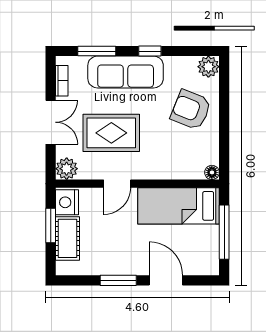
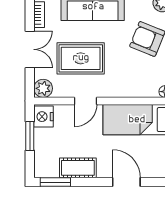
cot: (68, 238) -> (78, 168), moved, turned 90
window: (118, 280) -> (55, 182), moved

